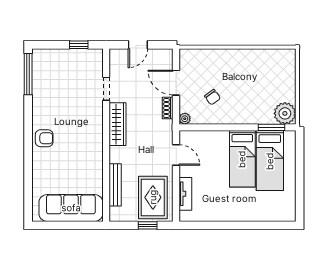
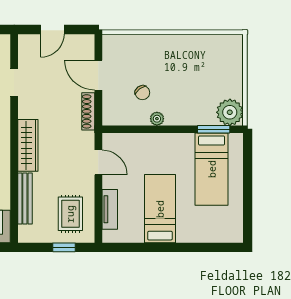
shoe rack: (168, 108) -> (88, 111), width x1.43
plant: (185, 119) -> (157, 119), moved
wardrobe: (118, 124) -> (28, 145), moved
bed: (242, 159) -> (160, 209), moved, turned 180
rug: (153, 197) -> (70, 214), width x0.73, depth x0.70

